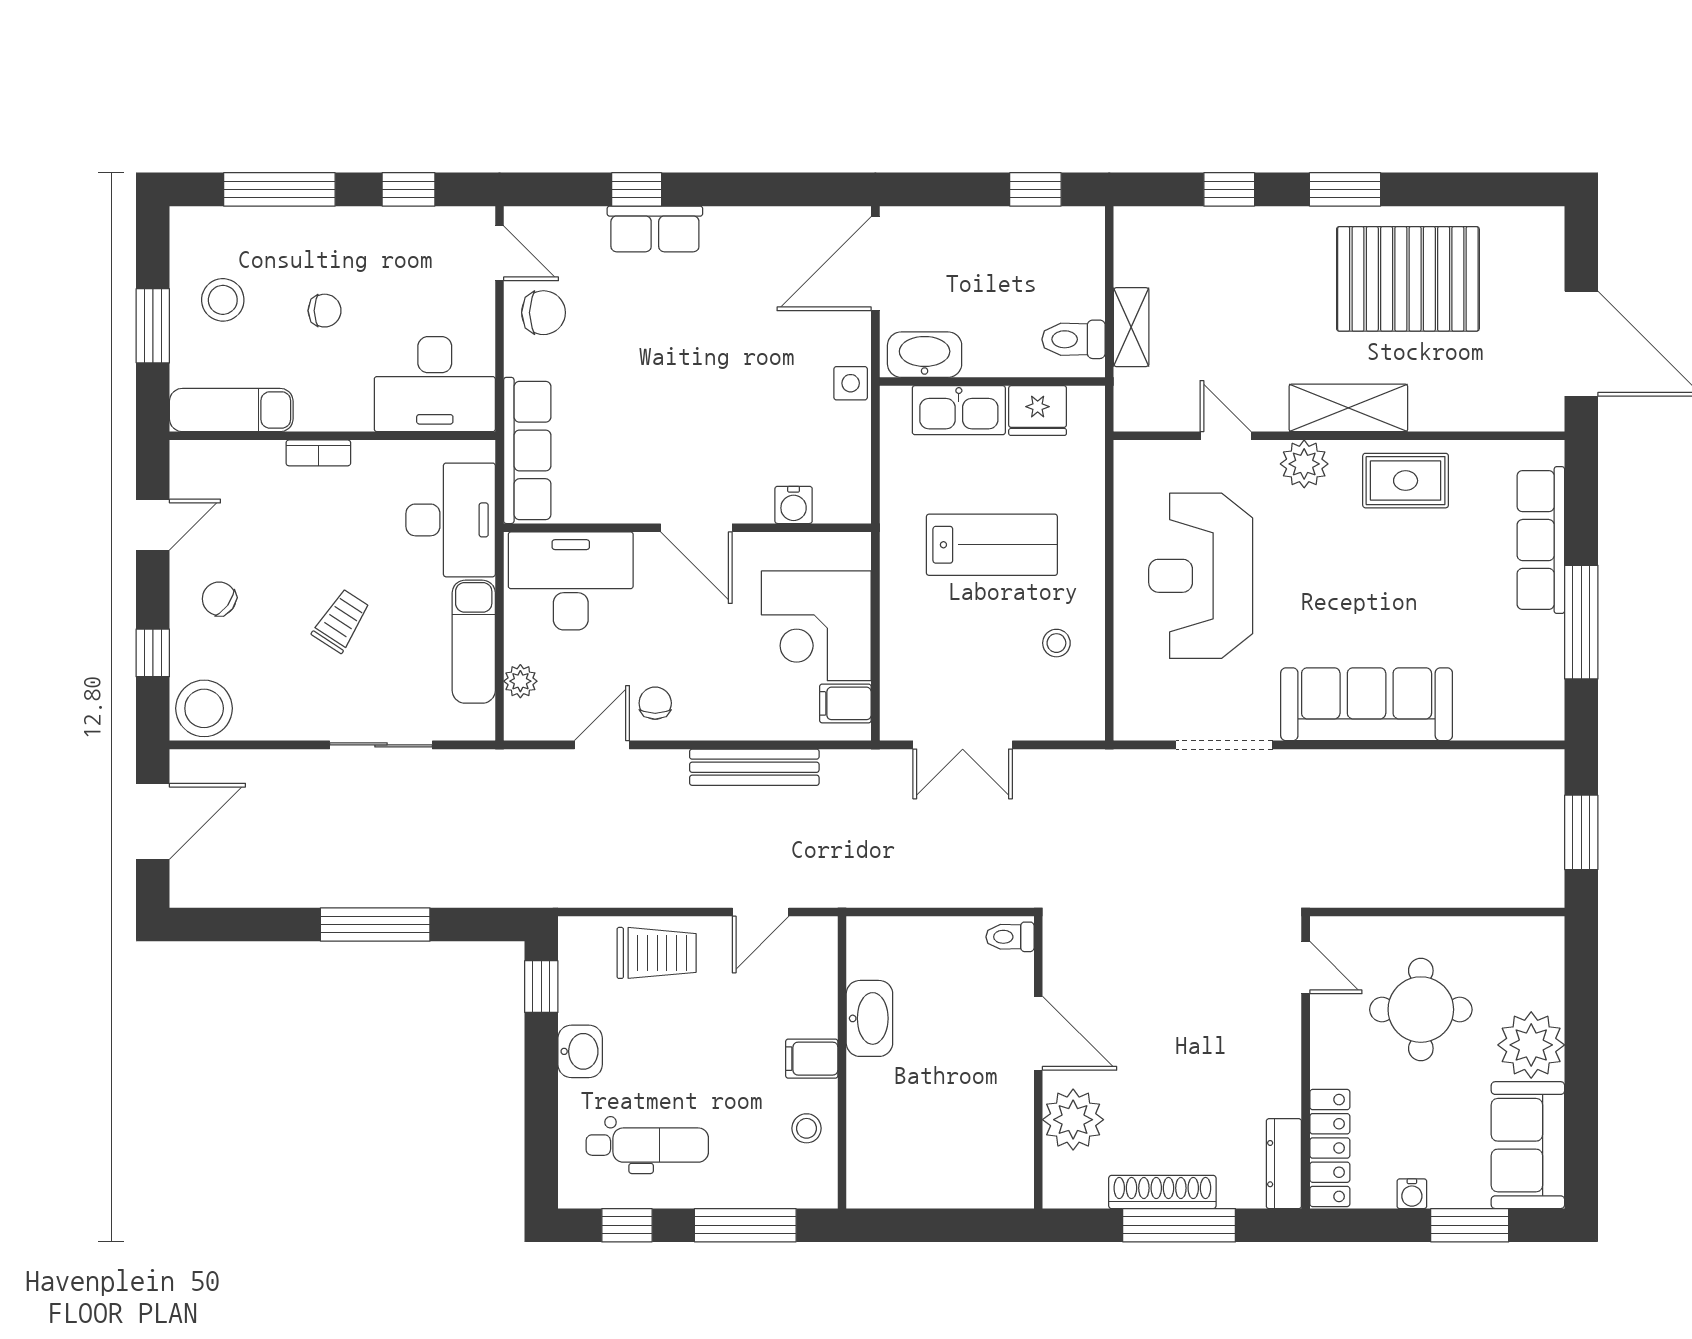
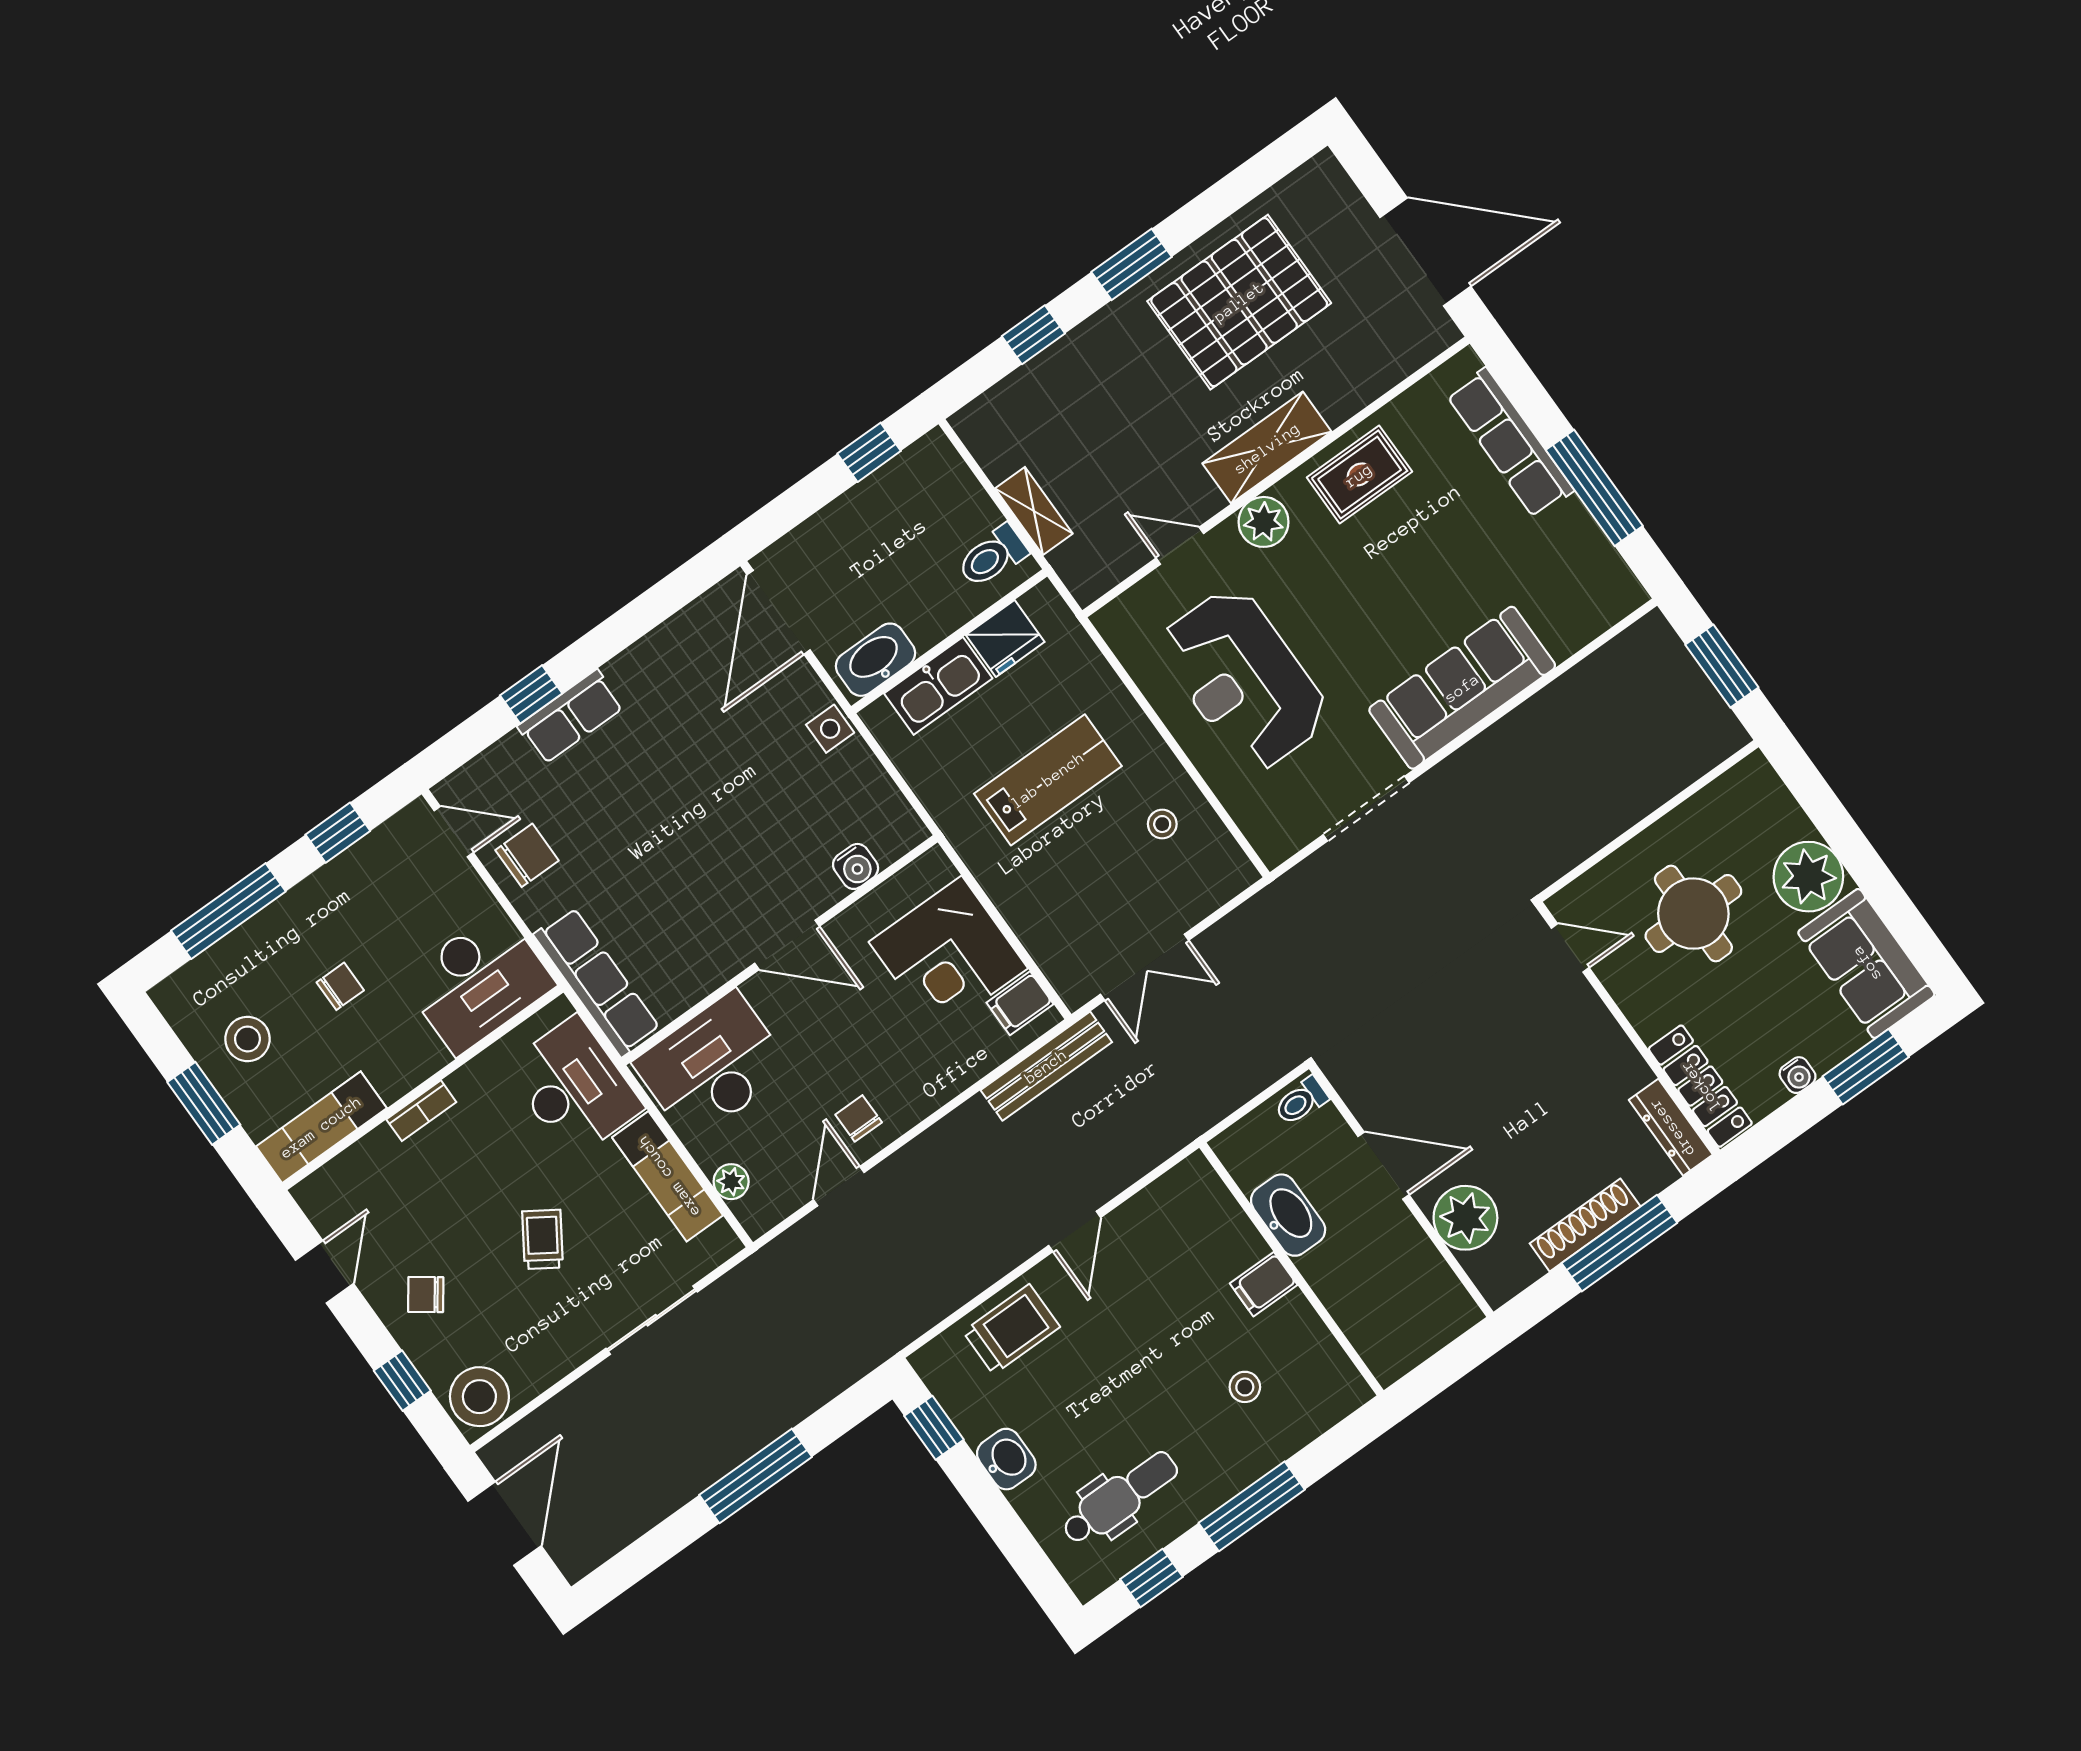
bench: (754, 767) -> (1046, 1066), moved
washbasin: (869, 1018) -> (1288, 1215), moved
filing cabinet: (812, 1059) -> (1264, 1284), moved
wall: (842, 1062) -> (1291, 1269), moved

